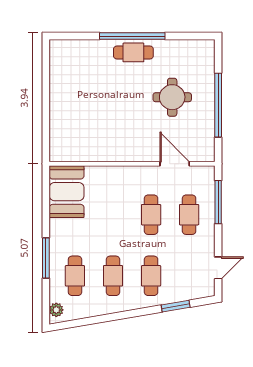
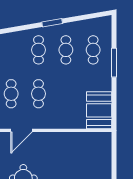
door: (175, 164) -> (22, 130), hinge flipped
window: (176, 306) -> (52, 23), moved
plant: (56, 310) -> (107, 25), removed

